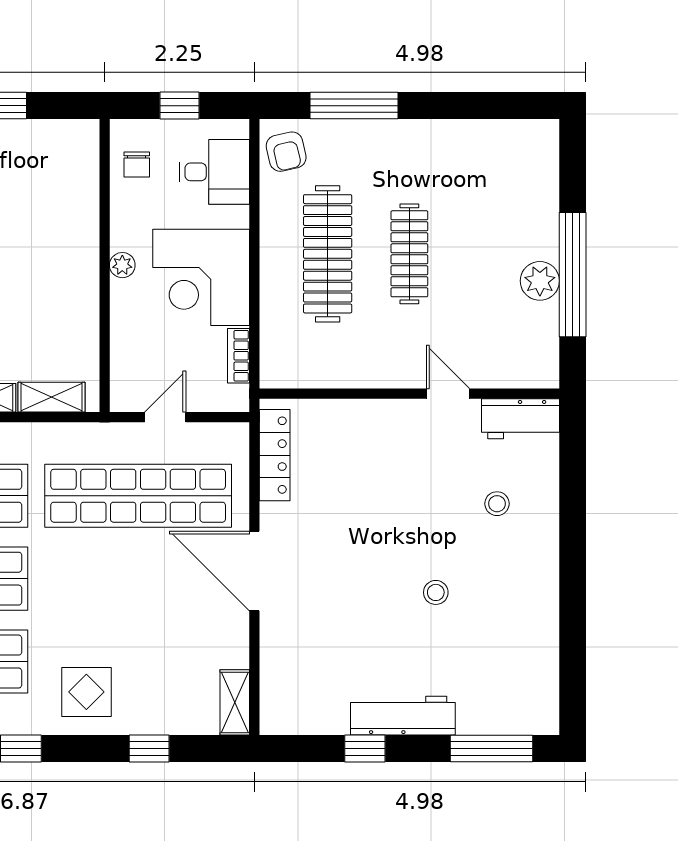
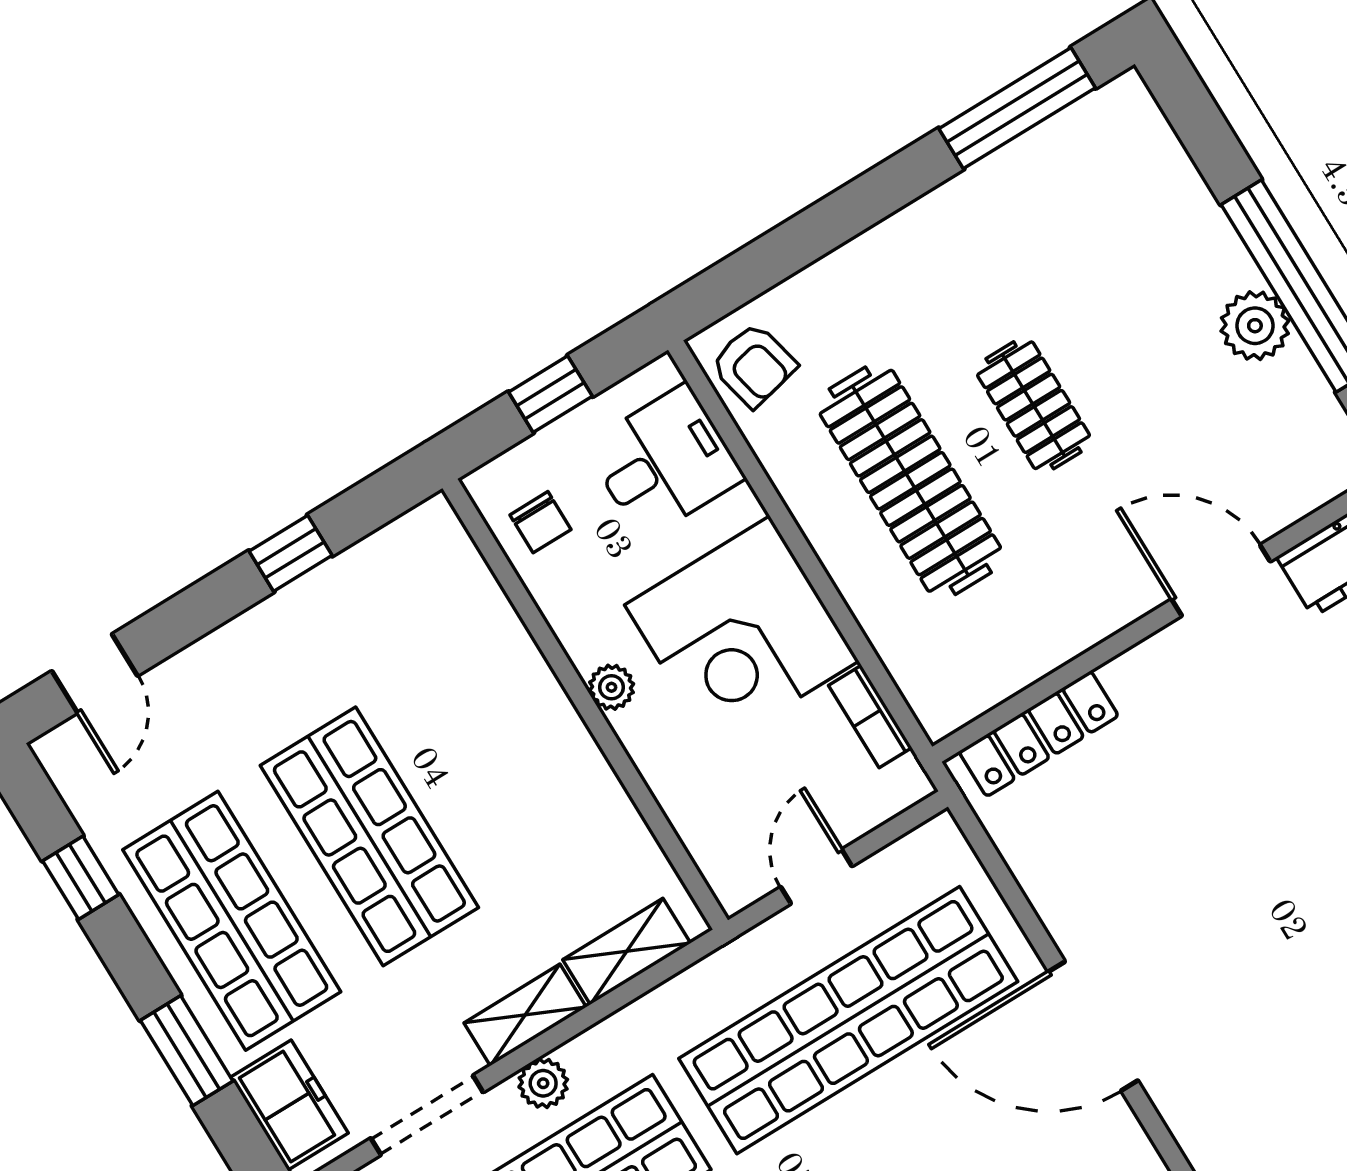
window: (354, 106) -> (1017, 108), moved
clothes rail: (409, 254) -> (1034, 405), width x0.73
door: (448, 394) -> (1221, 580), width x1.38
locker: (275, 455) -> (1039, 734), moved, turned 90

